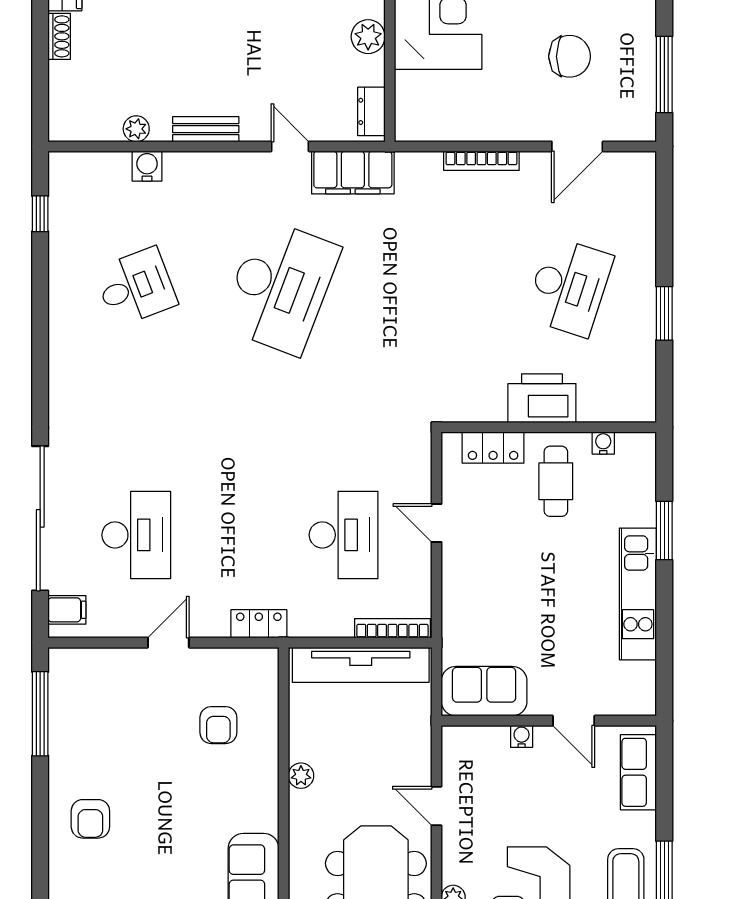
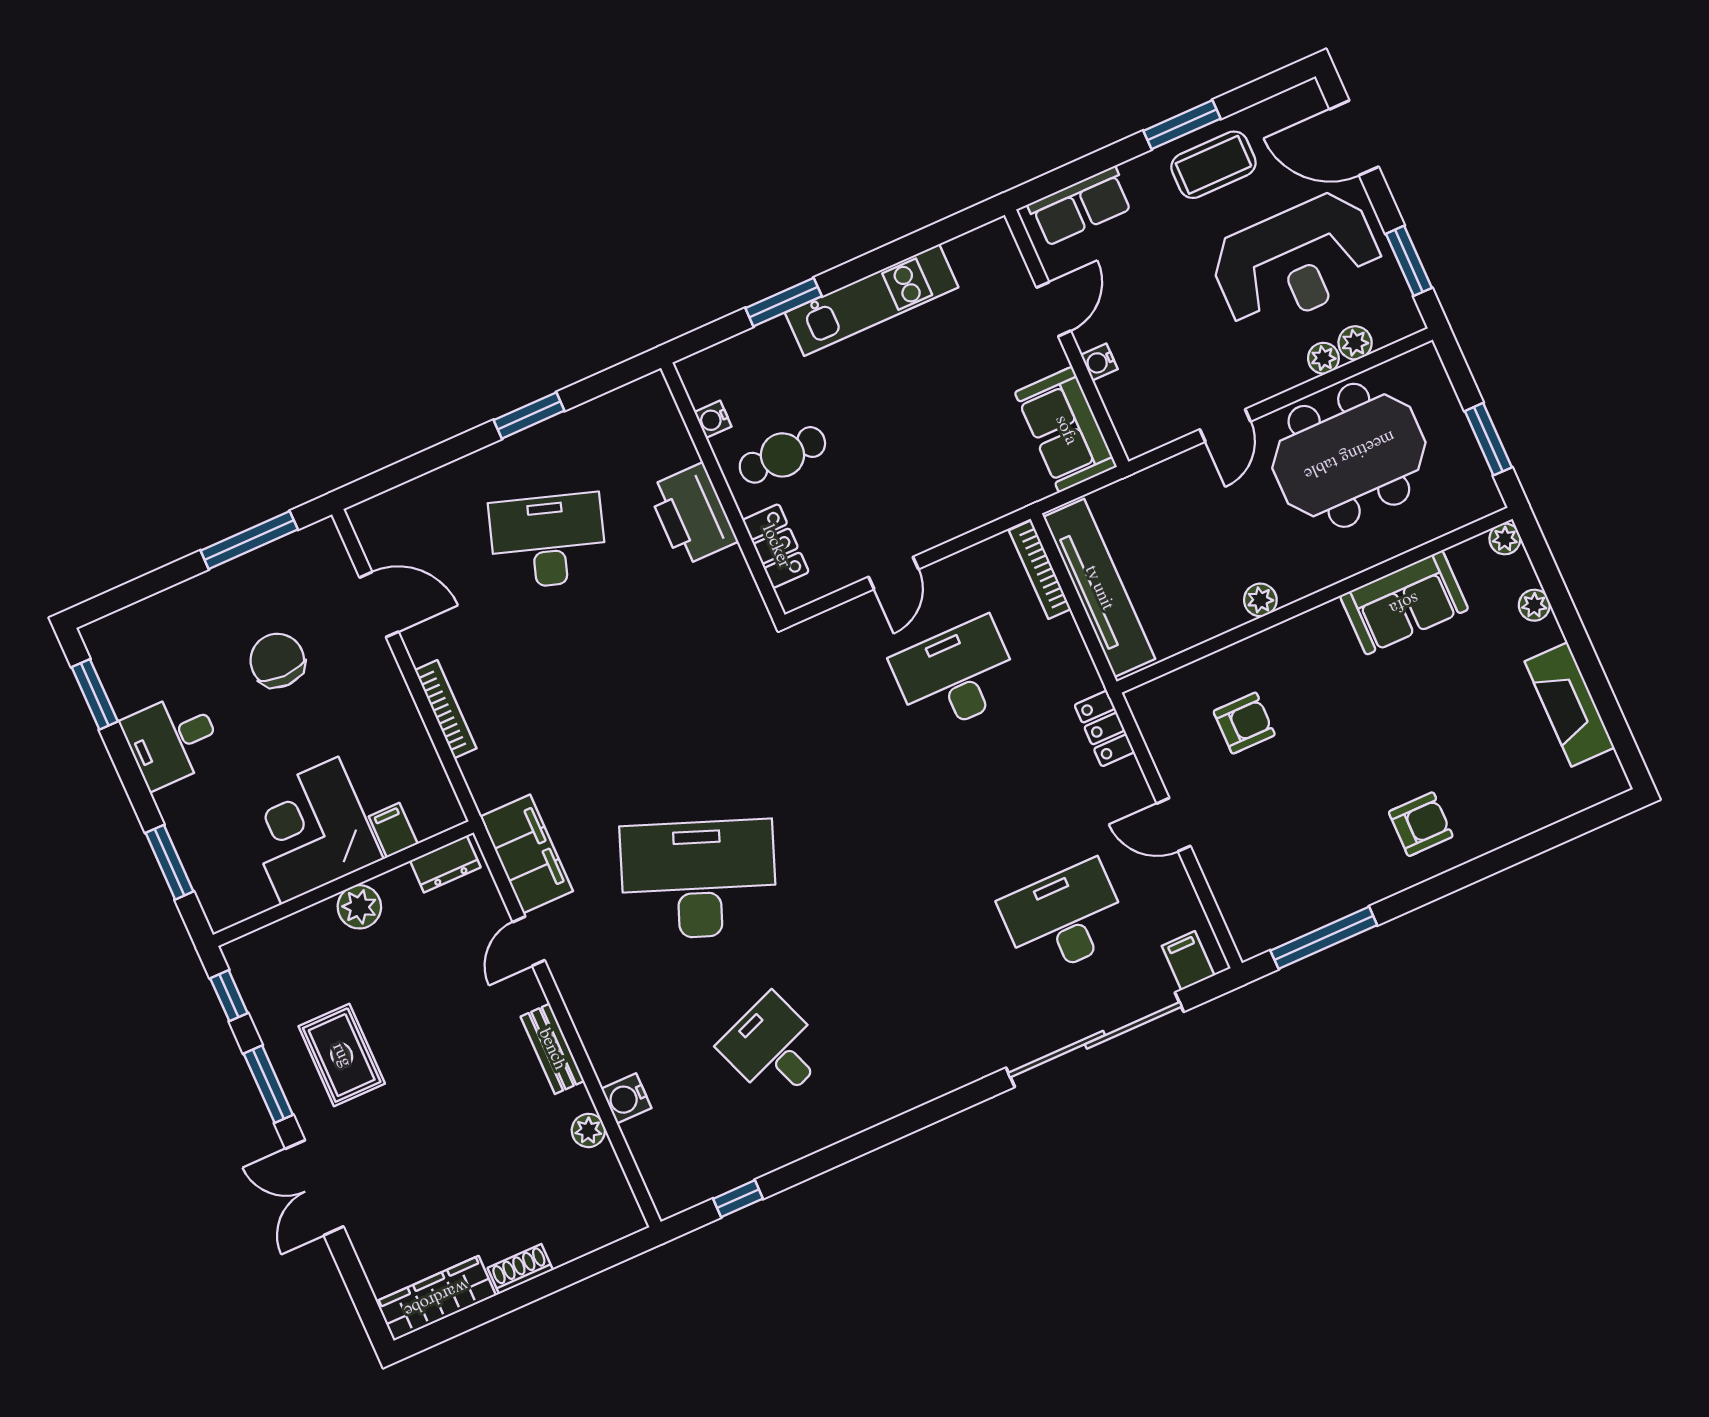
filing cabinet: (412, 85) -> (393, 830), added

